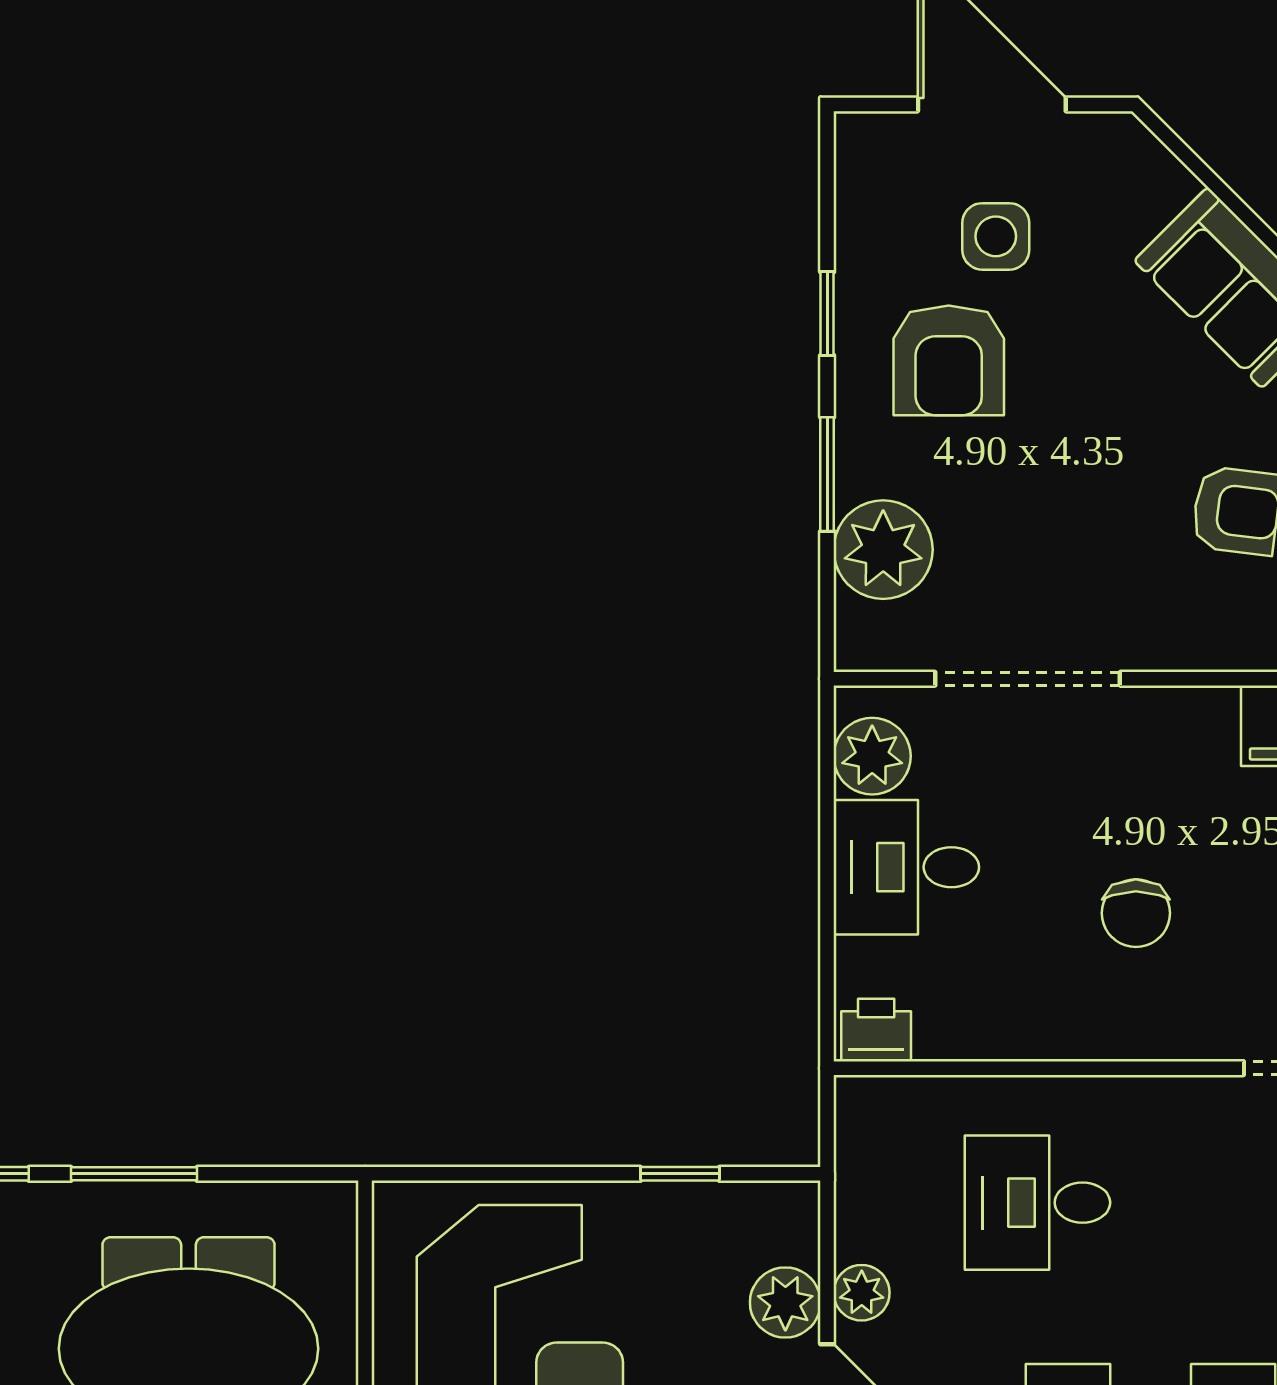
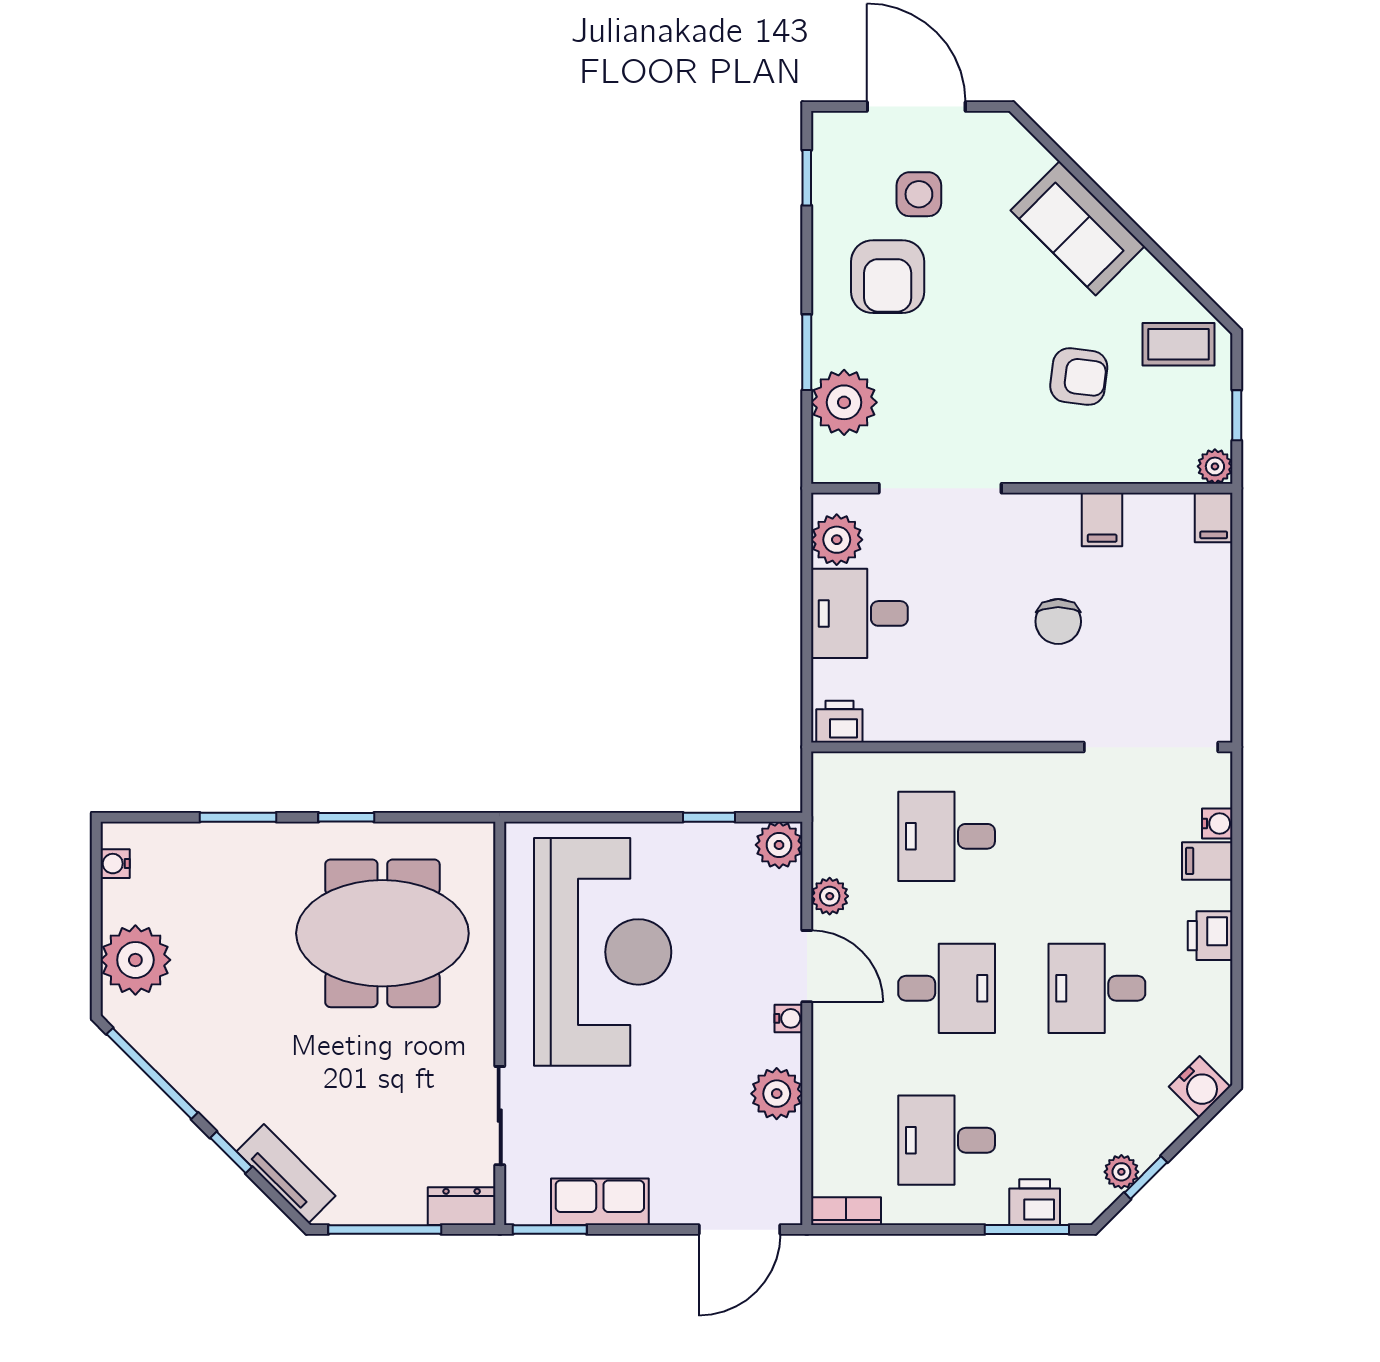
window: (827, 314) -> (807, 178), moved
chair: (1136, 913) -> (1058, 621), moved
window: (134, 1174) -> (346, 817), width x0.67
plant: (785, 1302) -> (779, 845), moved

